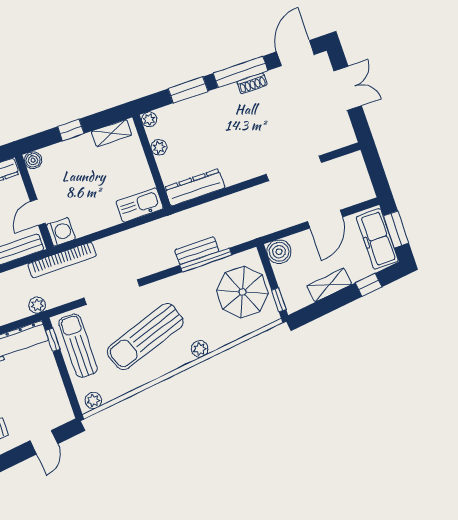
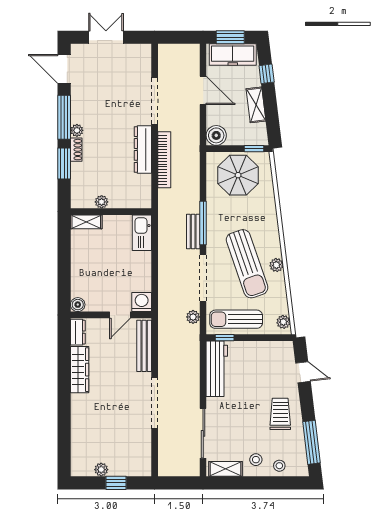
shoe rack: (252, 83) -> (76, 150), moved
plant: (149, 119) -> (77, 130), moved
window: (71, 130) -> (64, 267), removed
shelving: (112, 133) -> (86, 222), moved, turned 90
dresser: (195, 187) -> (143, 149), moved
door: (38, 212) -> (120, 315), hinge flipped
bench: (197, 251) -> (193, 231), moved
bookcase: (62, 260) -> (164, 160), moved
window: (206, 260) -> (203, 223), moved
plant: (37, 305) -> (193, 317), moved
plant: (200, 349) -> (276, 265), moved

